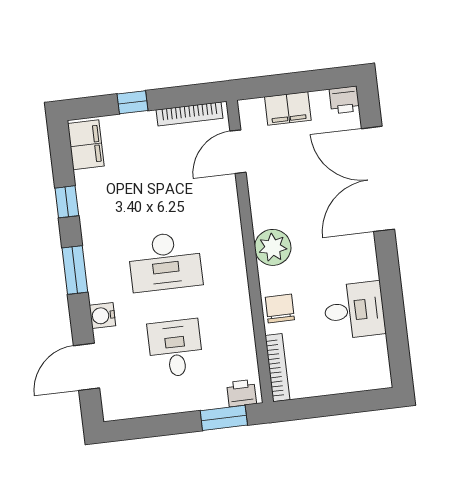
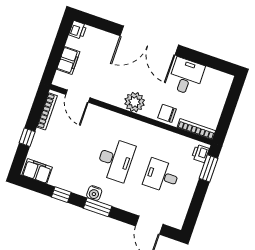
double door: (378, 179) -> (149, 40), moved
water cooler: (102, 316) -> (94, 193), moved

